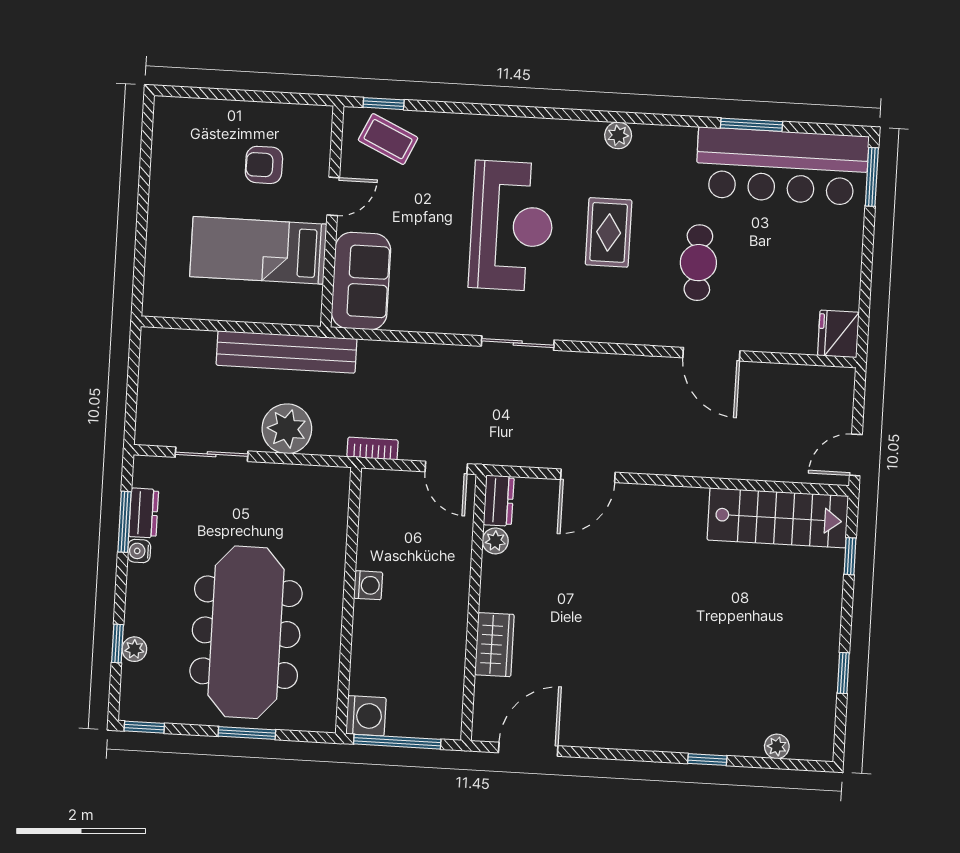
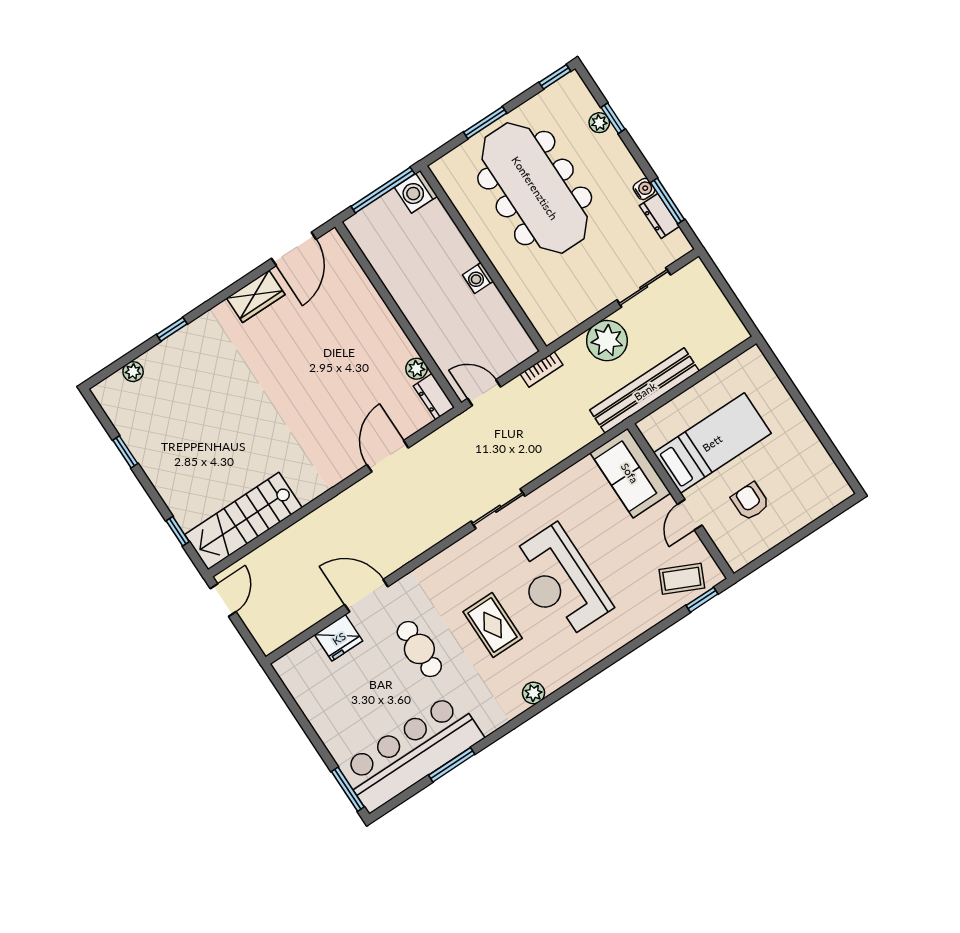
armchair: (264, 165) -> (750, 502), turned -90
fridge: (838, 334) -> (339, 638), moved, turned 90
wardrobe: (494, 645) -> (256, 296), moved, turned -90

